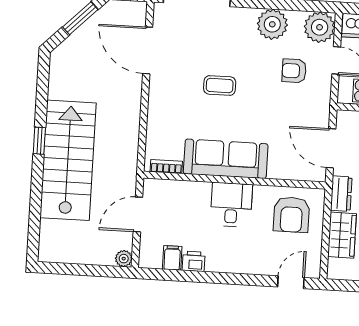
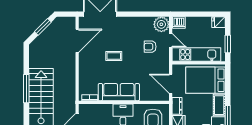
plant: (272, 24) -> (138, 24), removed
door: (148, 50) -> (77, 41), swing flipped
window: (39, 141) -> (26, 89), width x2.17

